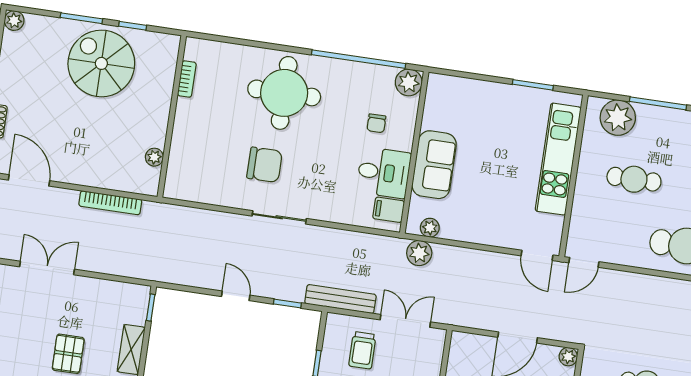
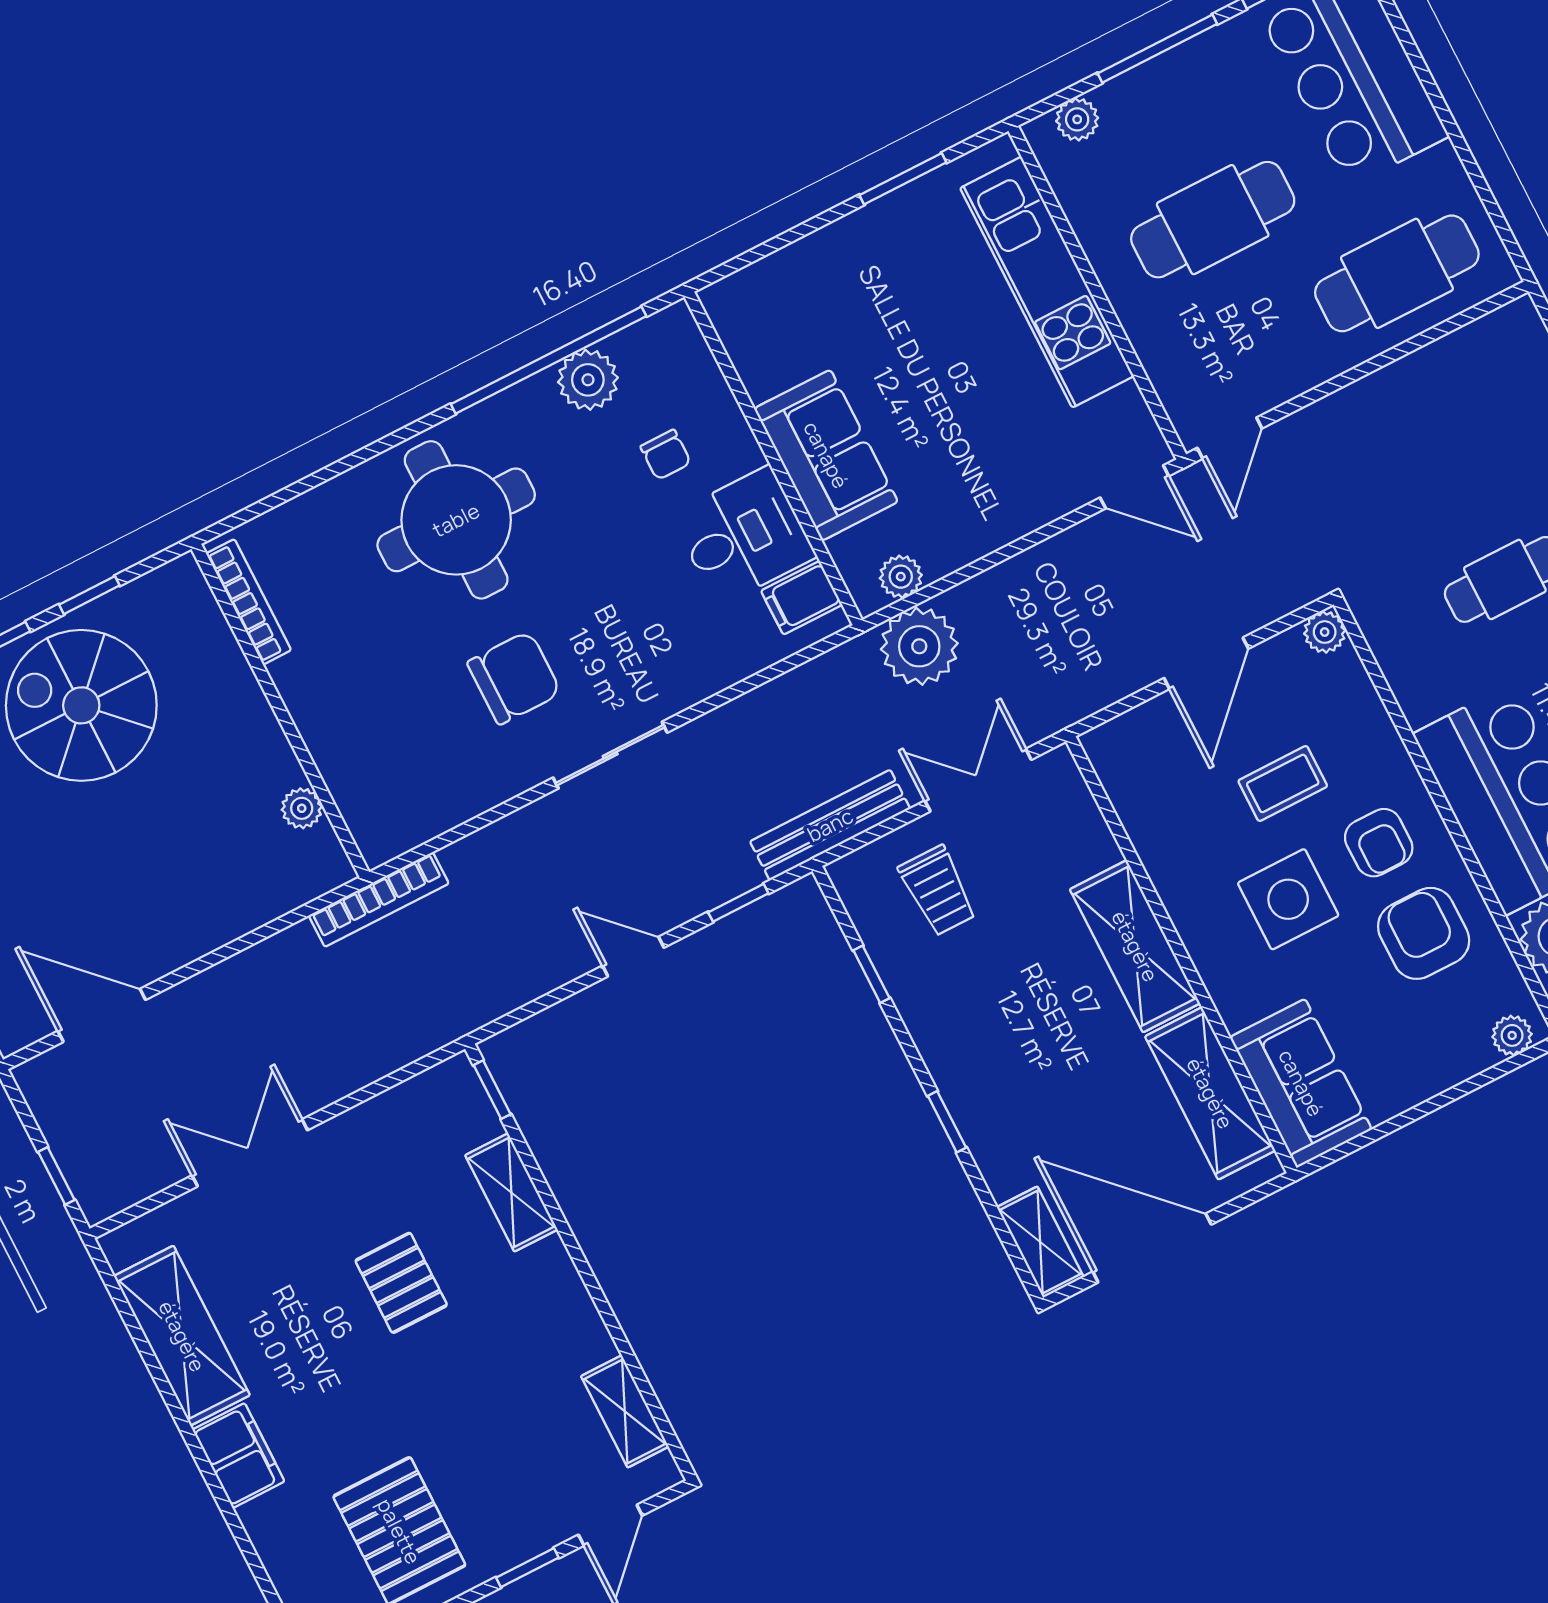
bookcase: (187, 79) -> (249, 602), width x1.56
plant: (409, 82) -> (588, 380), moved
plant: (618, 118) -> (1077, 119), width x0.53, depth x0.53
cafe table: (634, 179) -> (1213, 220), width x1.37, depth x1.35
bookcase: (110, 203) -> (379, 900), moved
plant: (419, 253) -> (919, 646), width x1.36, depth x1.36

